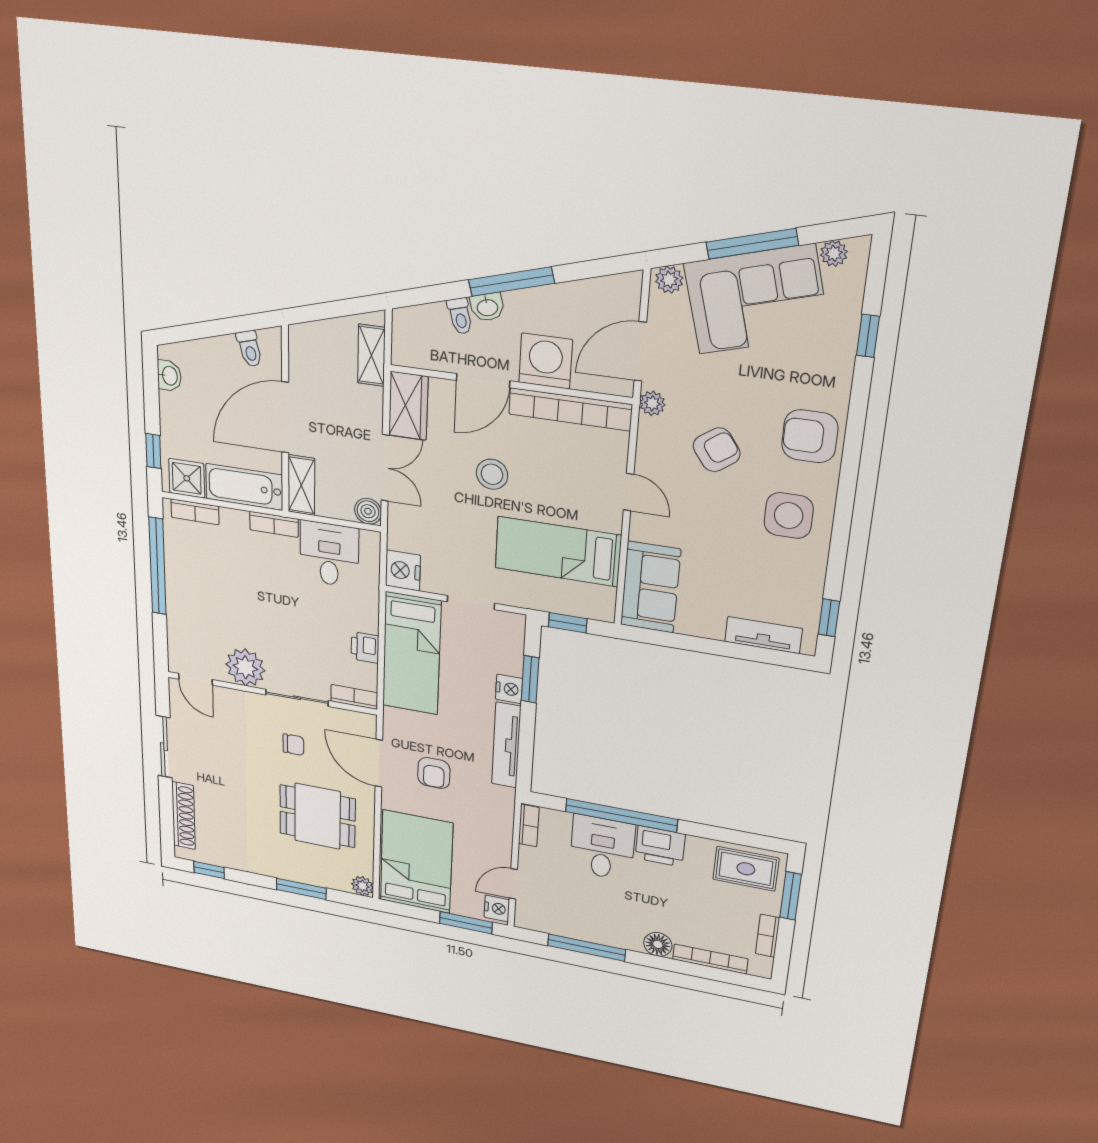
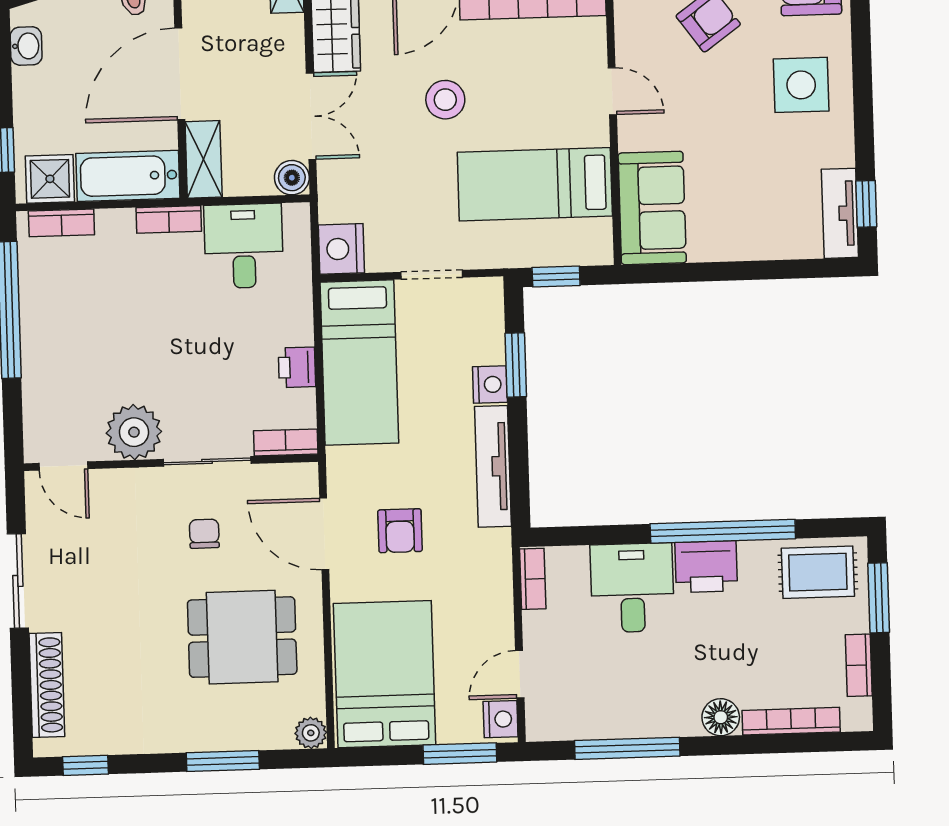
tv unit: (764, 635) -> (840, 213), moved, turned -90
chair: (293, 745) -> (204, 534), turned -90
window: (621, 815) -> (723, 531), moved

